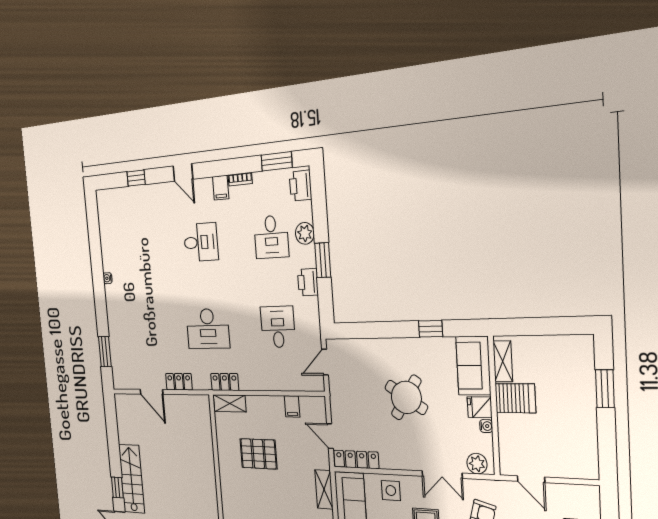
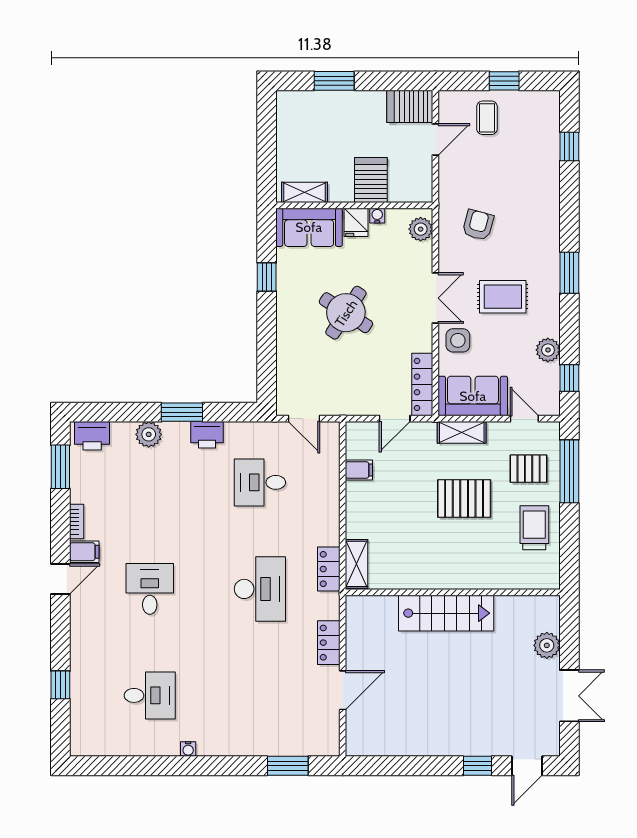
door: (183, 172) -> (60, 579), moved
desk: (271, 237) -> (150, 695), moved
server rack: (515, 398) -> (371, 180), moved
pallet: (258, 454) -> (464, 498), moved, turned 90
server rack: (584, 459) -> (410, 106), added
double door: (442, 475) -> (435, 298), moved
stairs: (132, 479) -> (446, 613), moved, turned 180
door: (531, 479) -> (435, 139), moved

